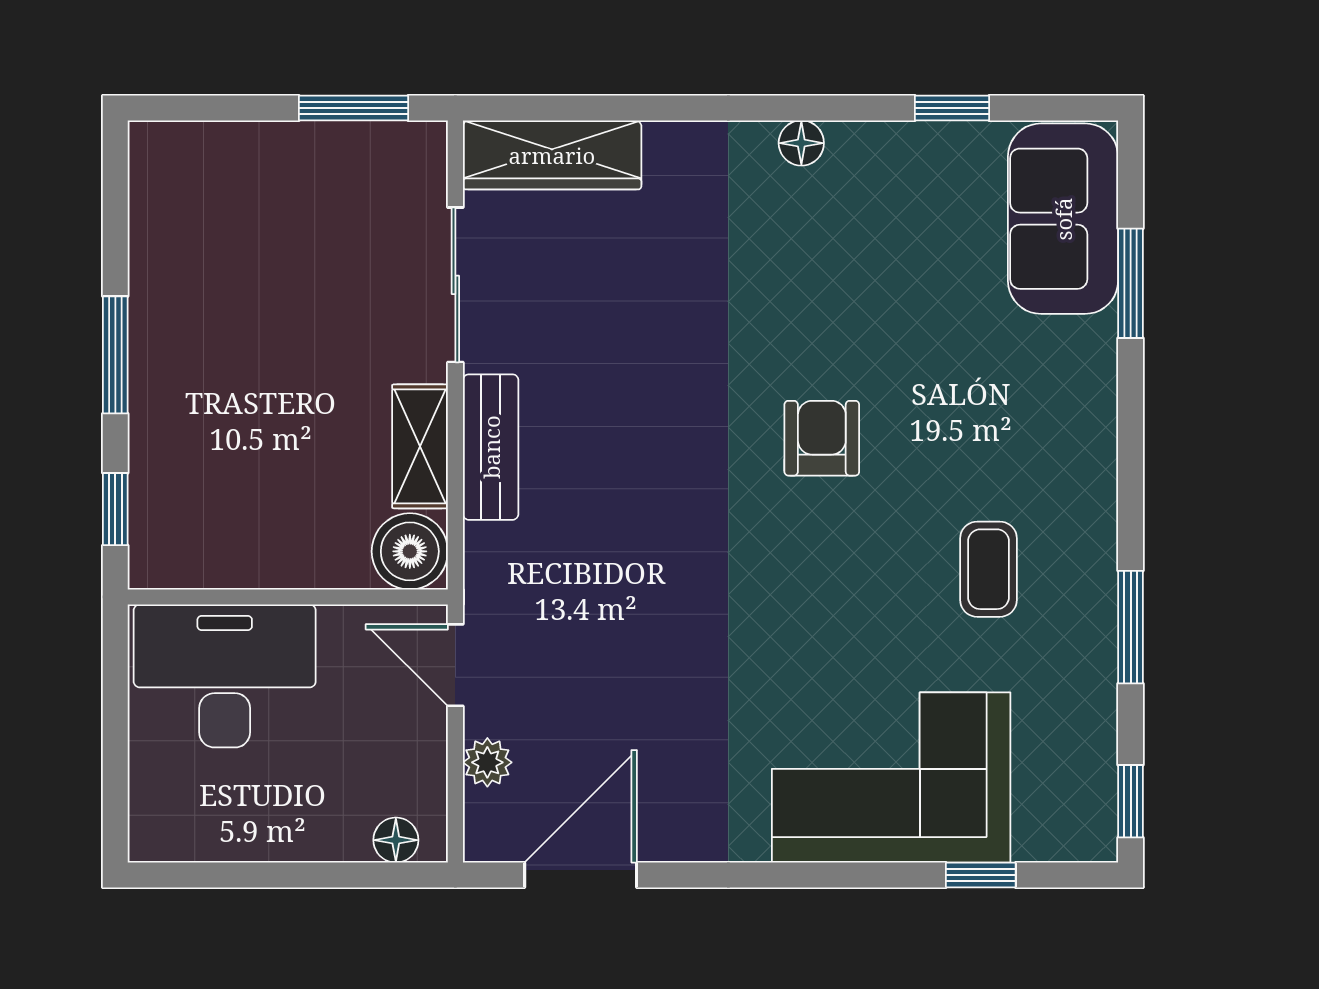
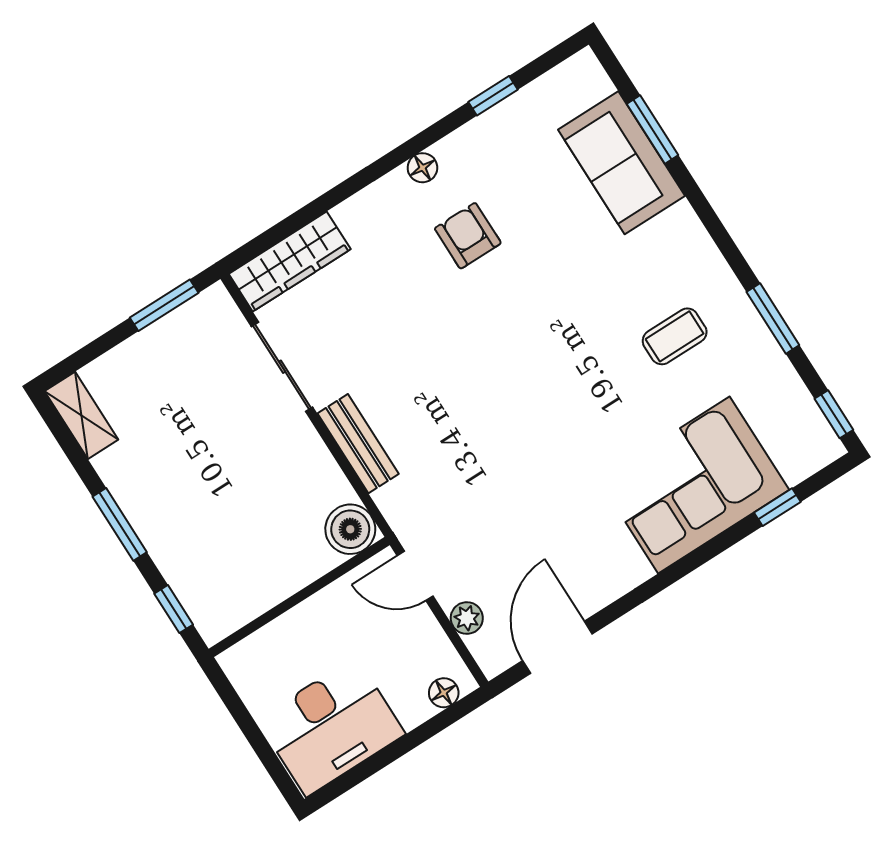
sofa: (1063, 219) -> (621, 163), moved
armchair: (822, 438) -> (468, 236), moved
shelving: (420, 446) -> (81, 415), moved
coffee table: (989, 569) -> (675, 336), turned 90
desk: (225, 676) -> (331, 727), moved, turned 180

